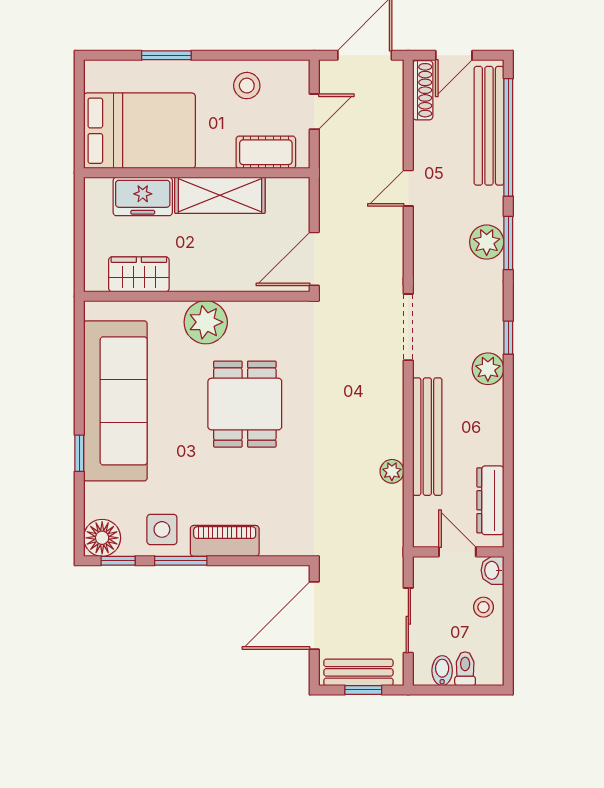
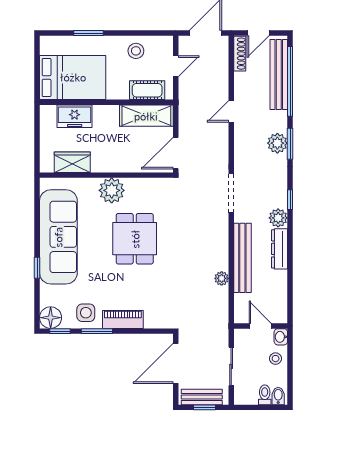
shelving: (220, 195) -> (146, 116), moved
dresser: (490, 500) -> (280, 249), moved
bidet: (442, 671) -> (278, 396), moved

